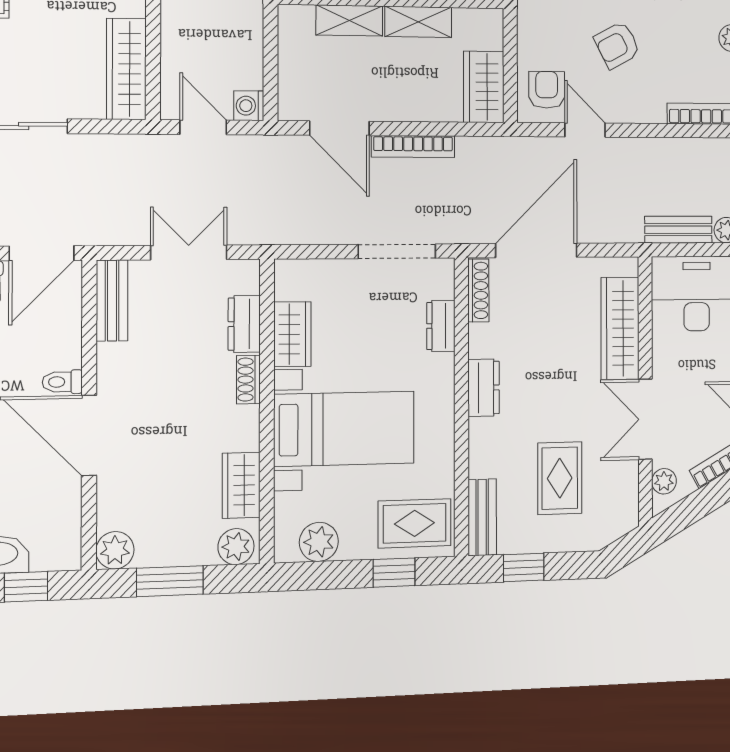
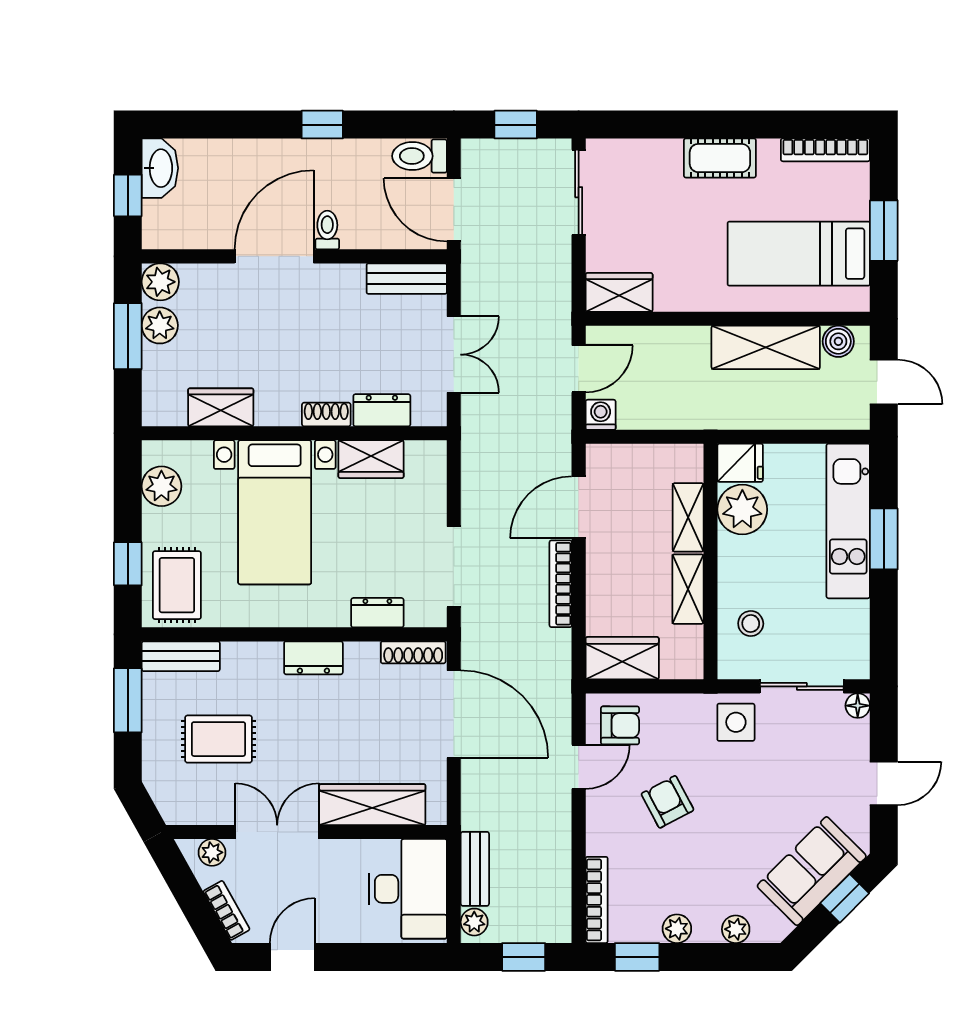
wardrobe: (126, 69) -> (619, 292), width x0.67
plant: (236, 547) -> (160, 325), moved
window: (524, 567) -> (128, 700), width x1.50

